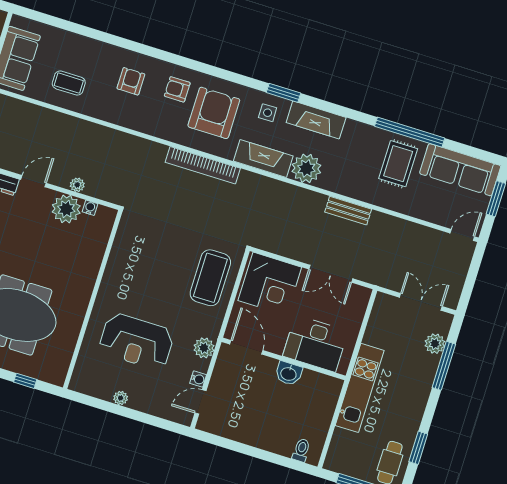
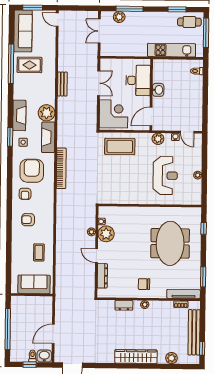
armchair: (214, 113) -> (32, 171), turned 90
kitchen unit: (360, 388) -> (171, 50), moved

